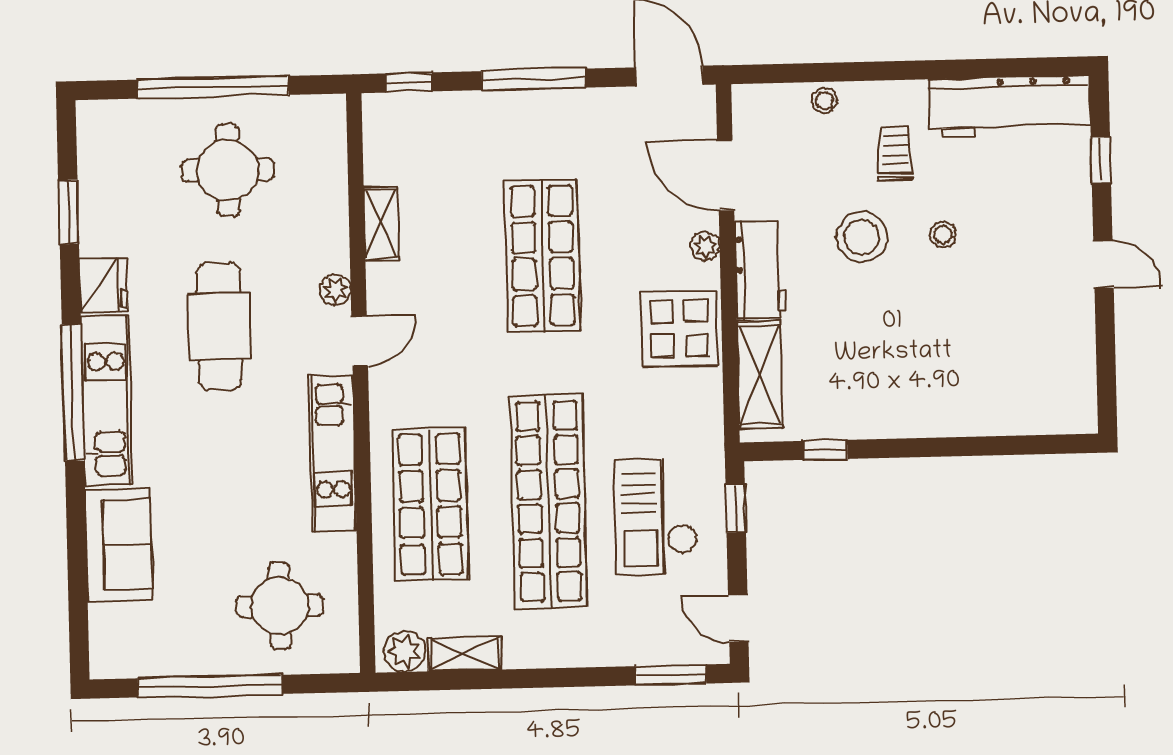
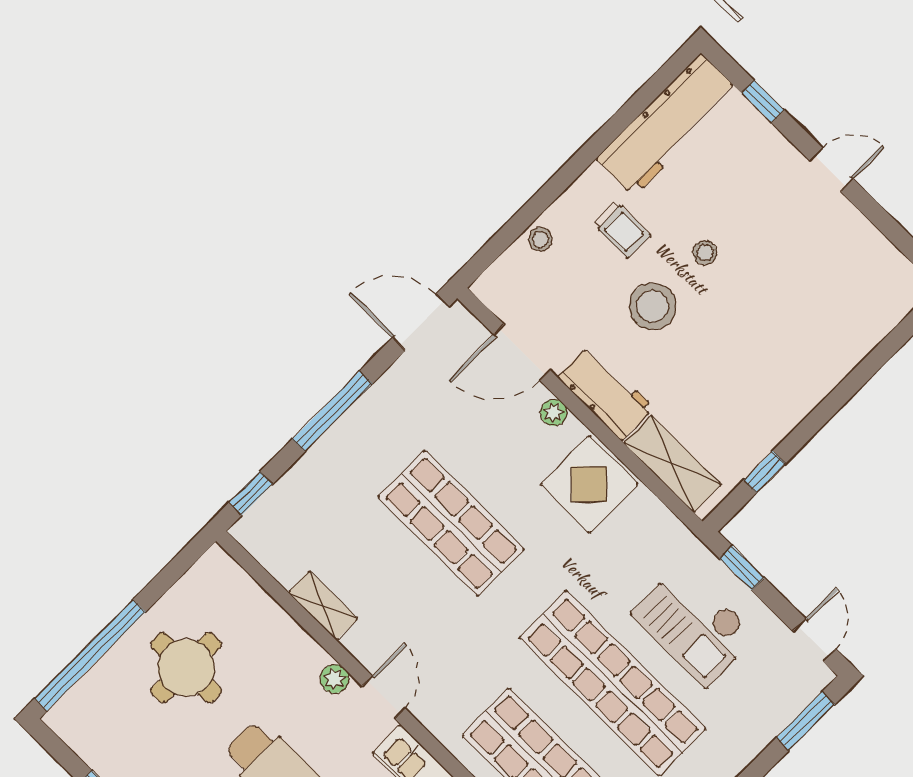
window: (213, 87) -> (90, 655), moved
trolley: (895, 154) -> (622, 229), turned 180
door: (738, 618) -> (814, 640), swing flipped

